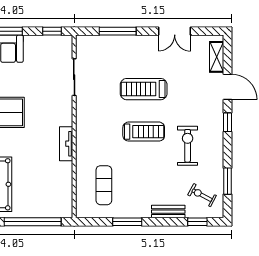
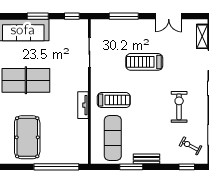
treadmill: (144, 132) -> (114, 100), moved
exercise mat: (104, 185) -> (113, 138), width x1.36, depth x1.45
bench: (168, 212) -> (147, 159), moved

